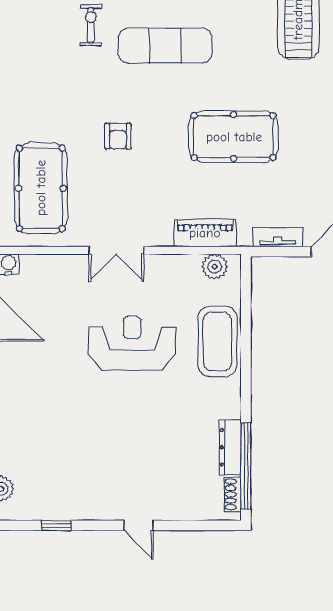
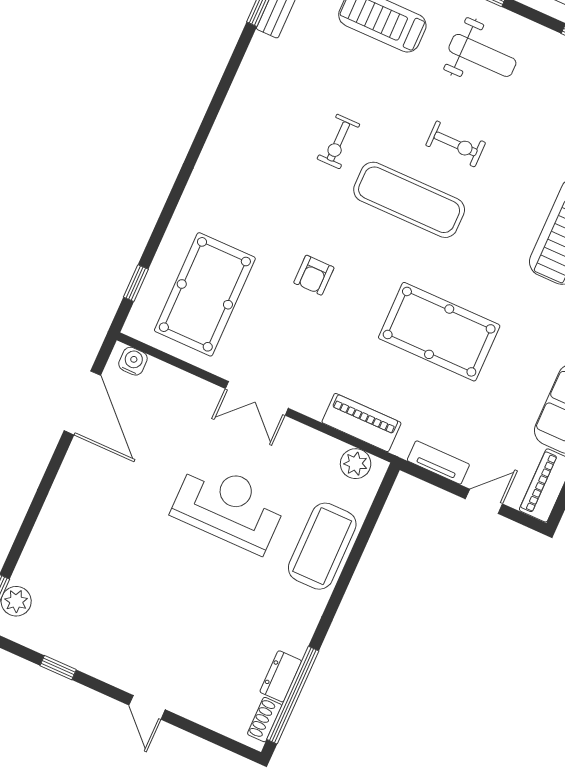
exercise bike: (91, 25) -> (338, 142), turned 180
dresser: (230, 447) -> (281, 676), width x0.70

